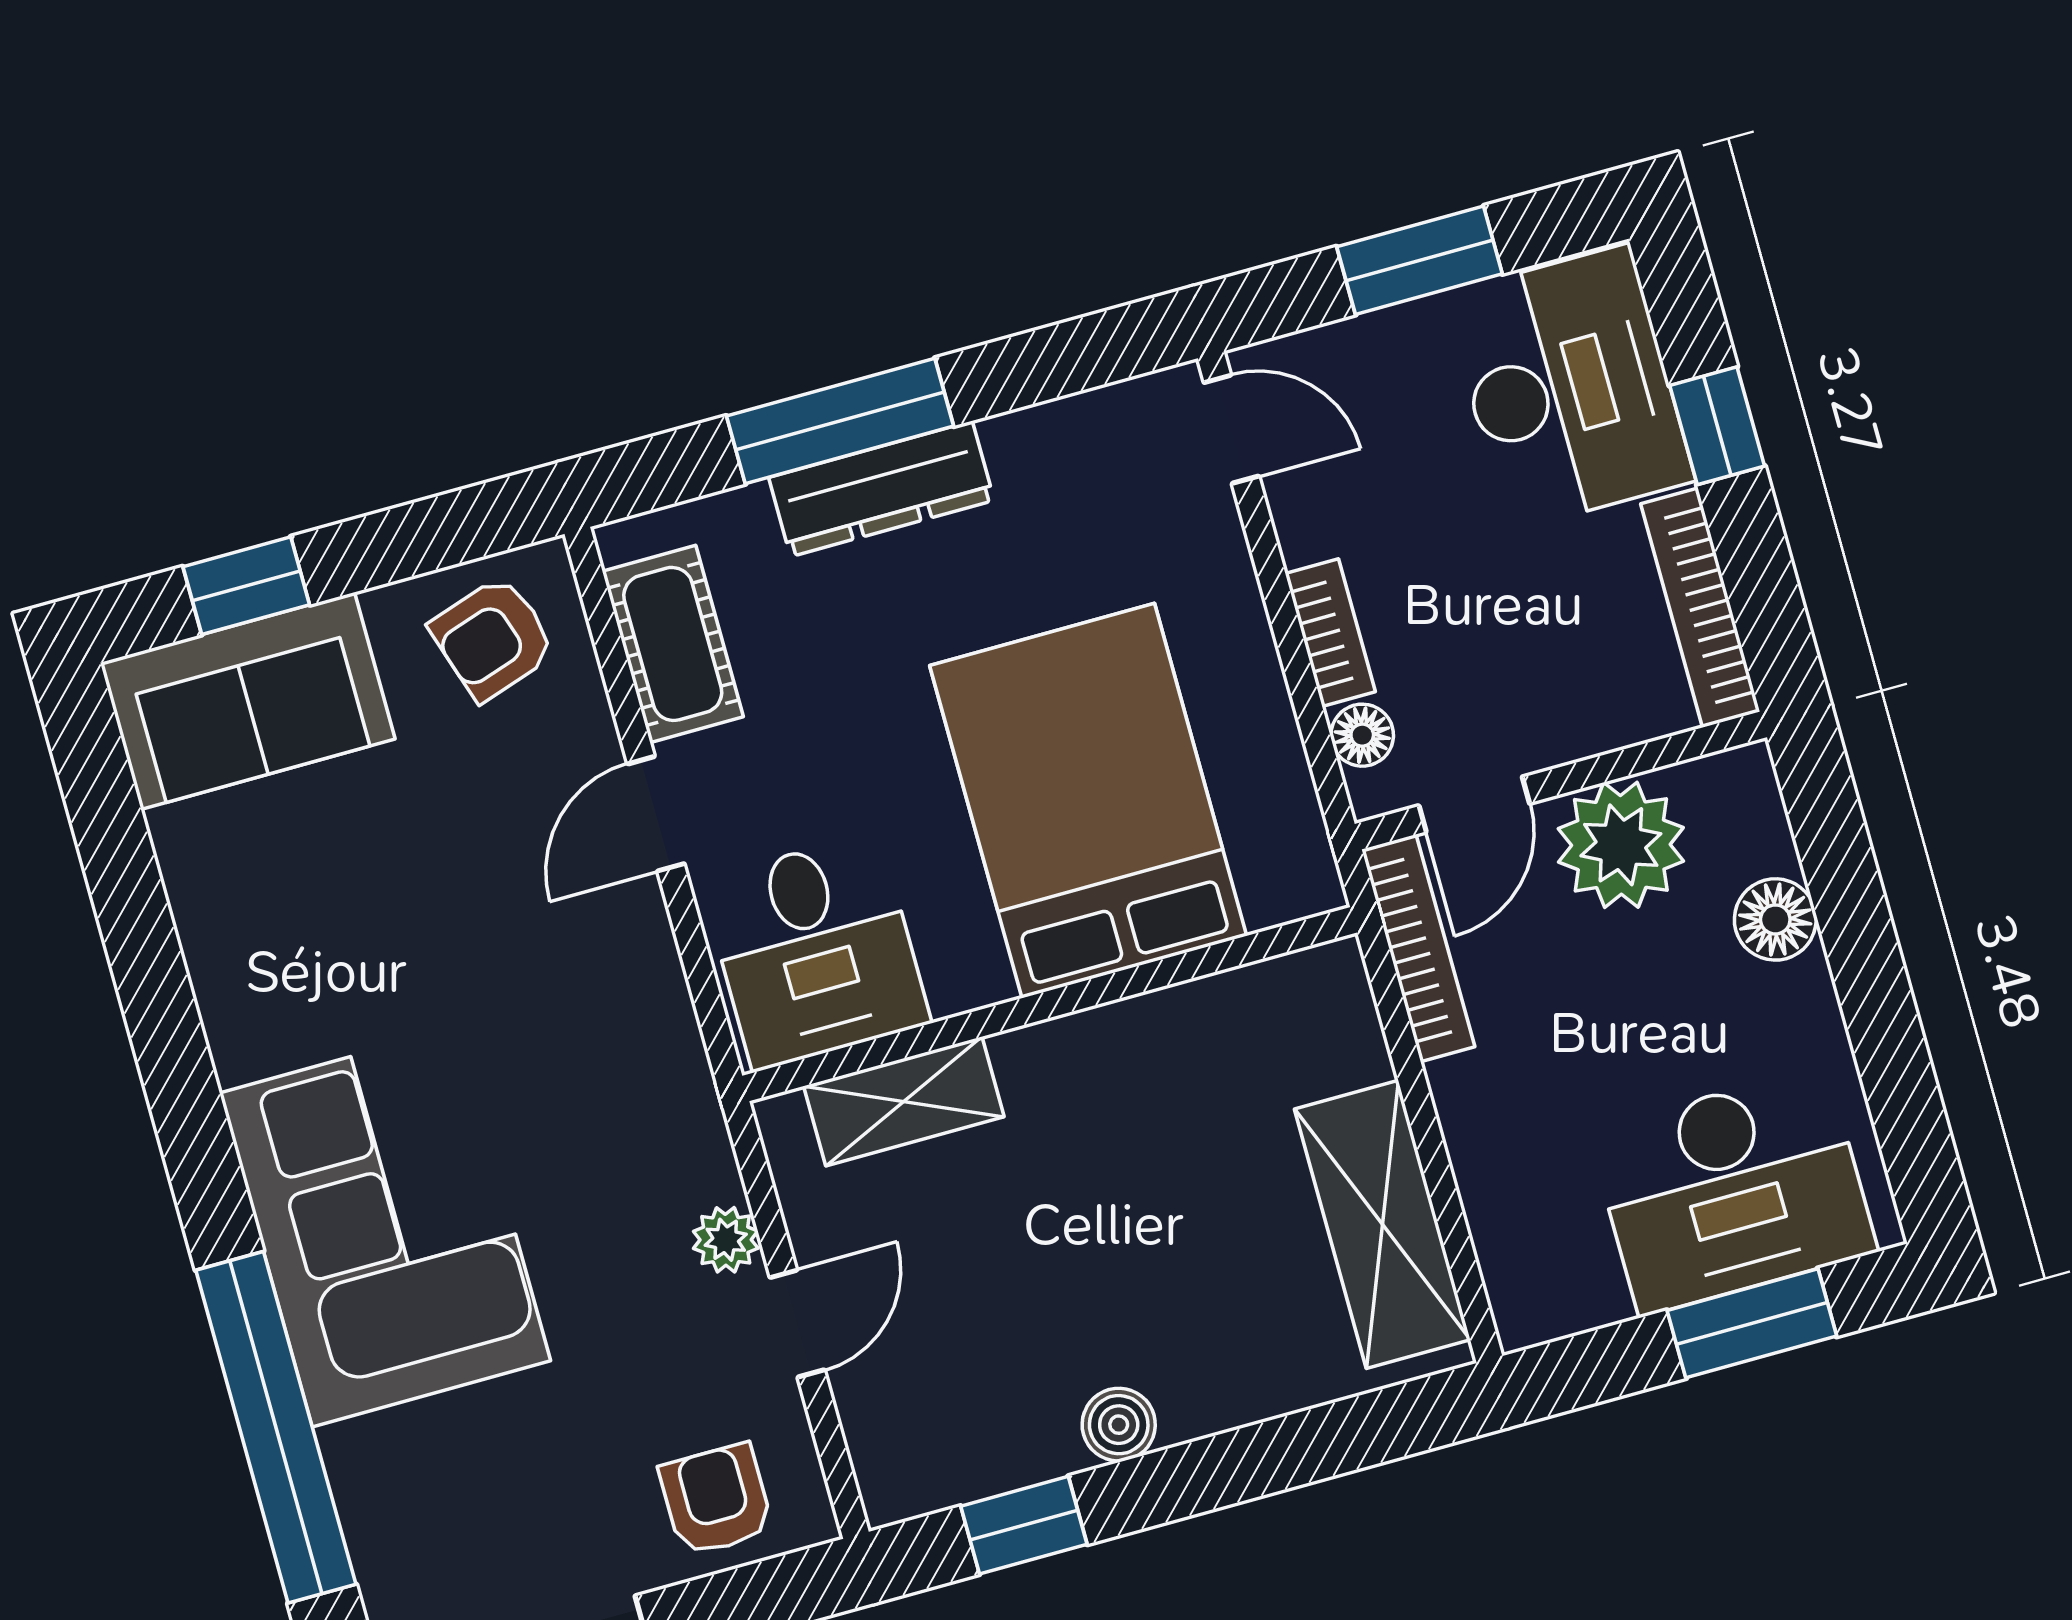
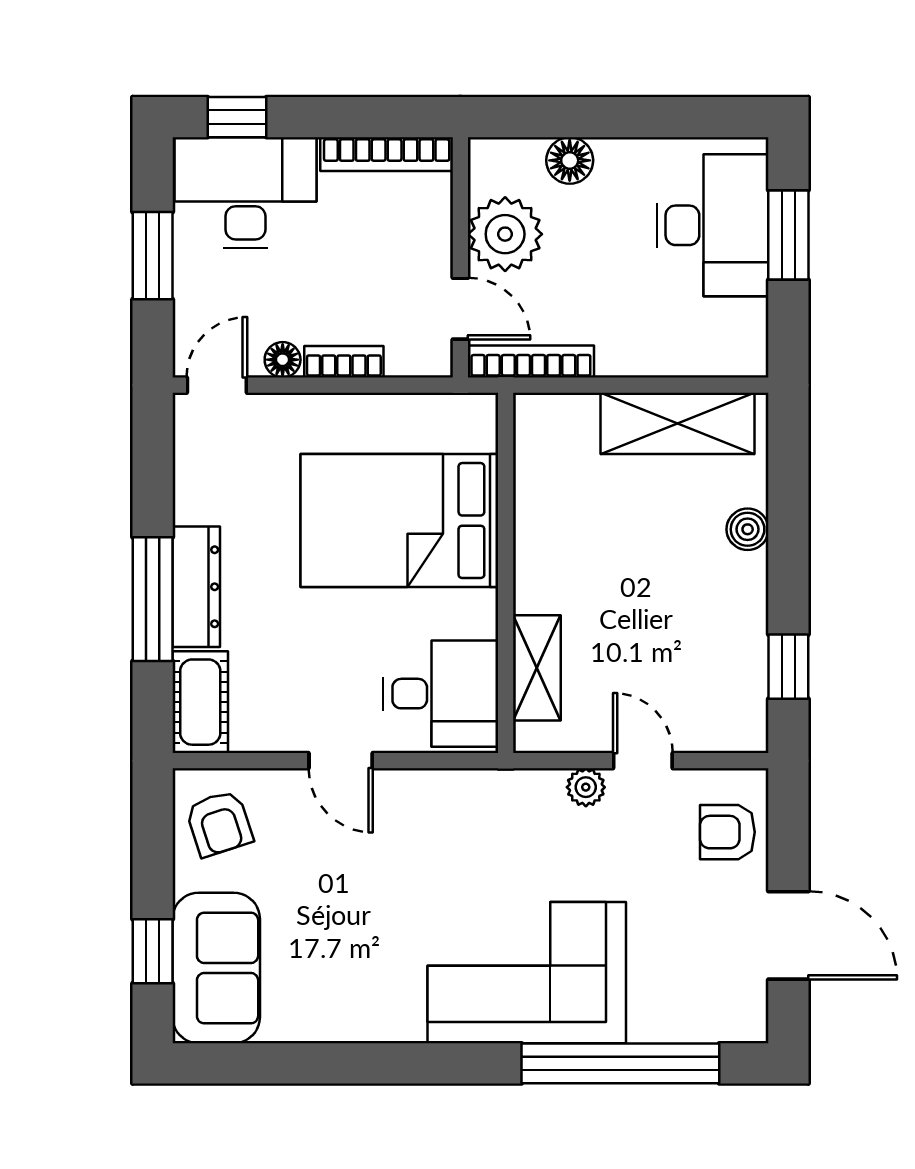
window: (1717, 426) -> (237, 117), moved
cot: (673, 644) -> (200, 702), moved, turned 90
floor lamp: (1362, 735) -> (283, 360), moved
boiler: (1119, 1425) -> (748, 529), moved

